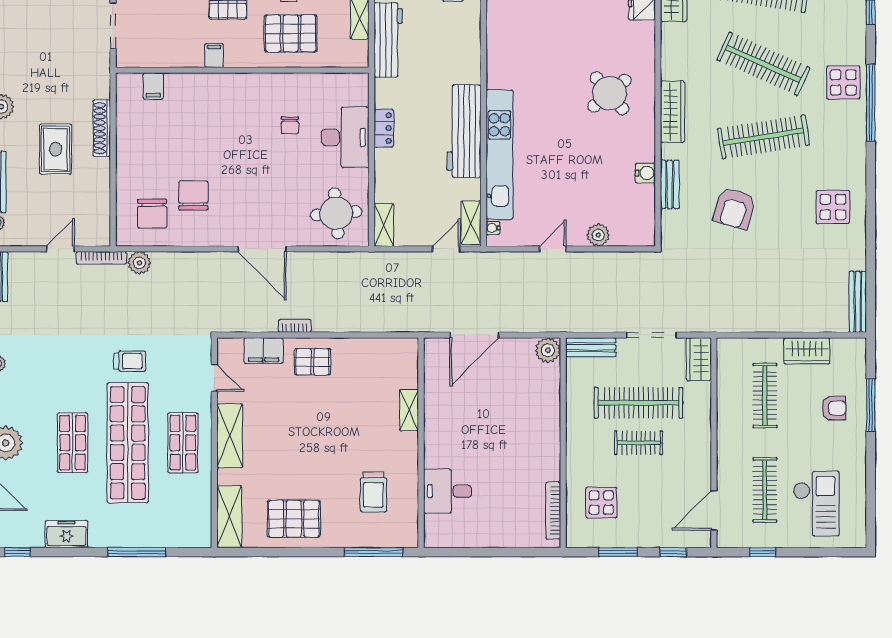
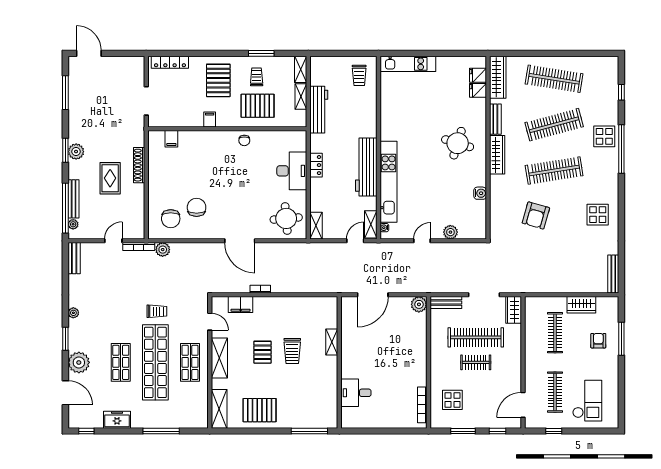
clothes rail: (763, 64) -> (554, 125), turned -39
round table: (609, 93) -> (458, 143), turned -33
chair: (290, 125) -> (244, 140), moved
bench: (670, 184) -> (495, 119), moved
pallet: (313, 362) -> (262, 352), moved, turned 90
armchair: (834, 408) -> (598, 341), turned -90
trolley: (373, 492) -> (292, 351), moved

